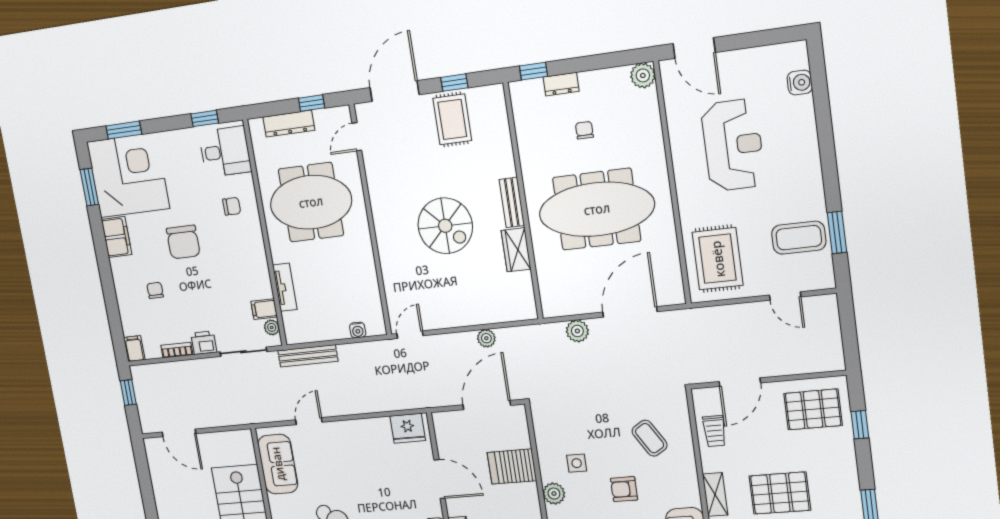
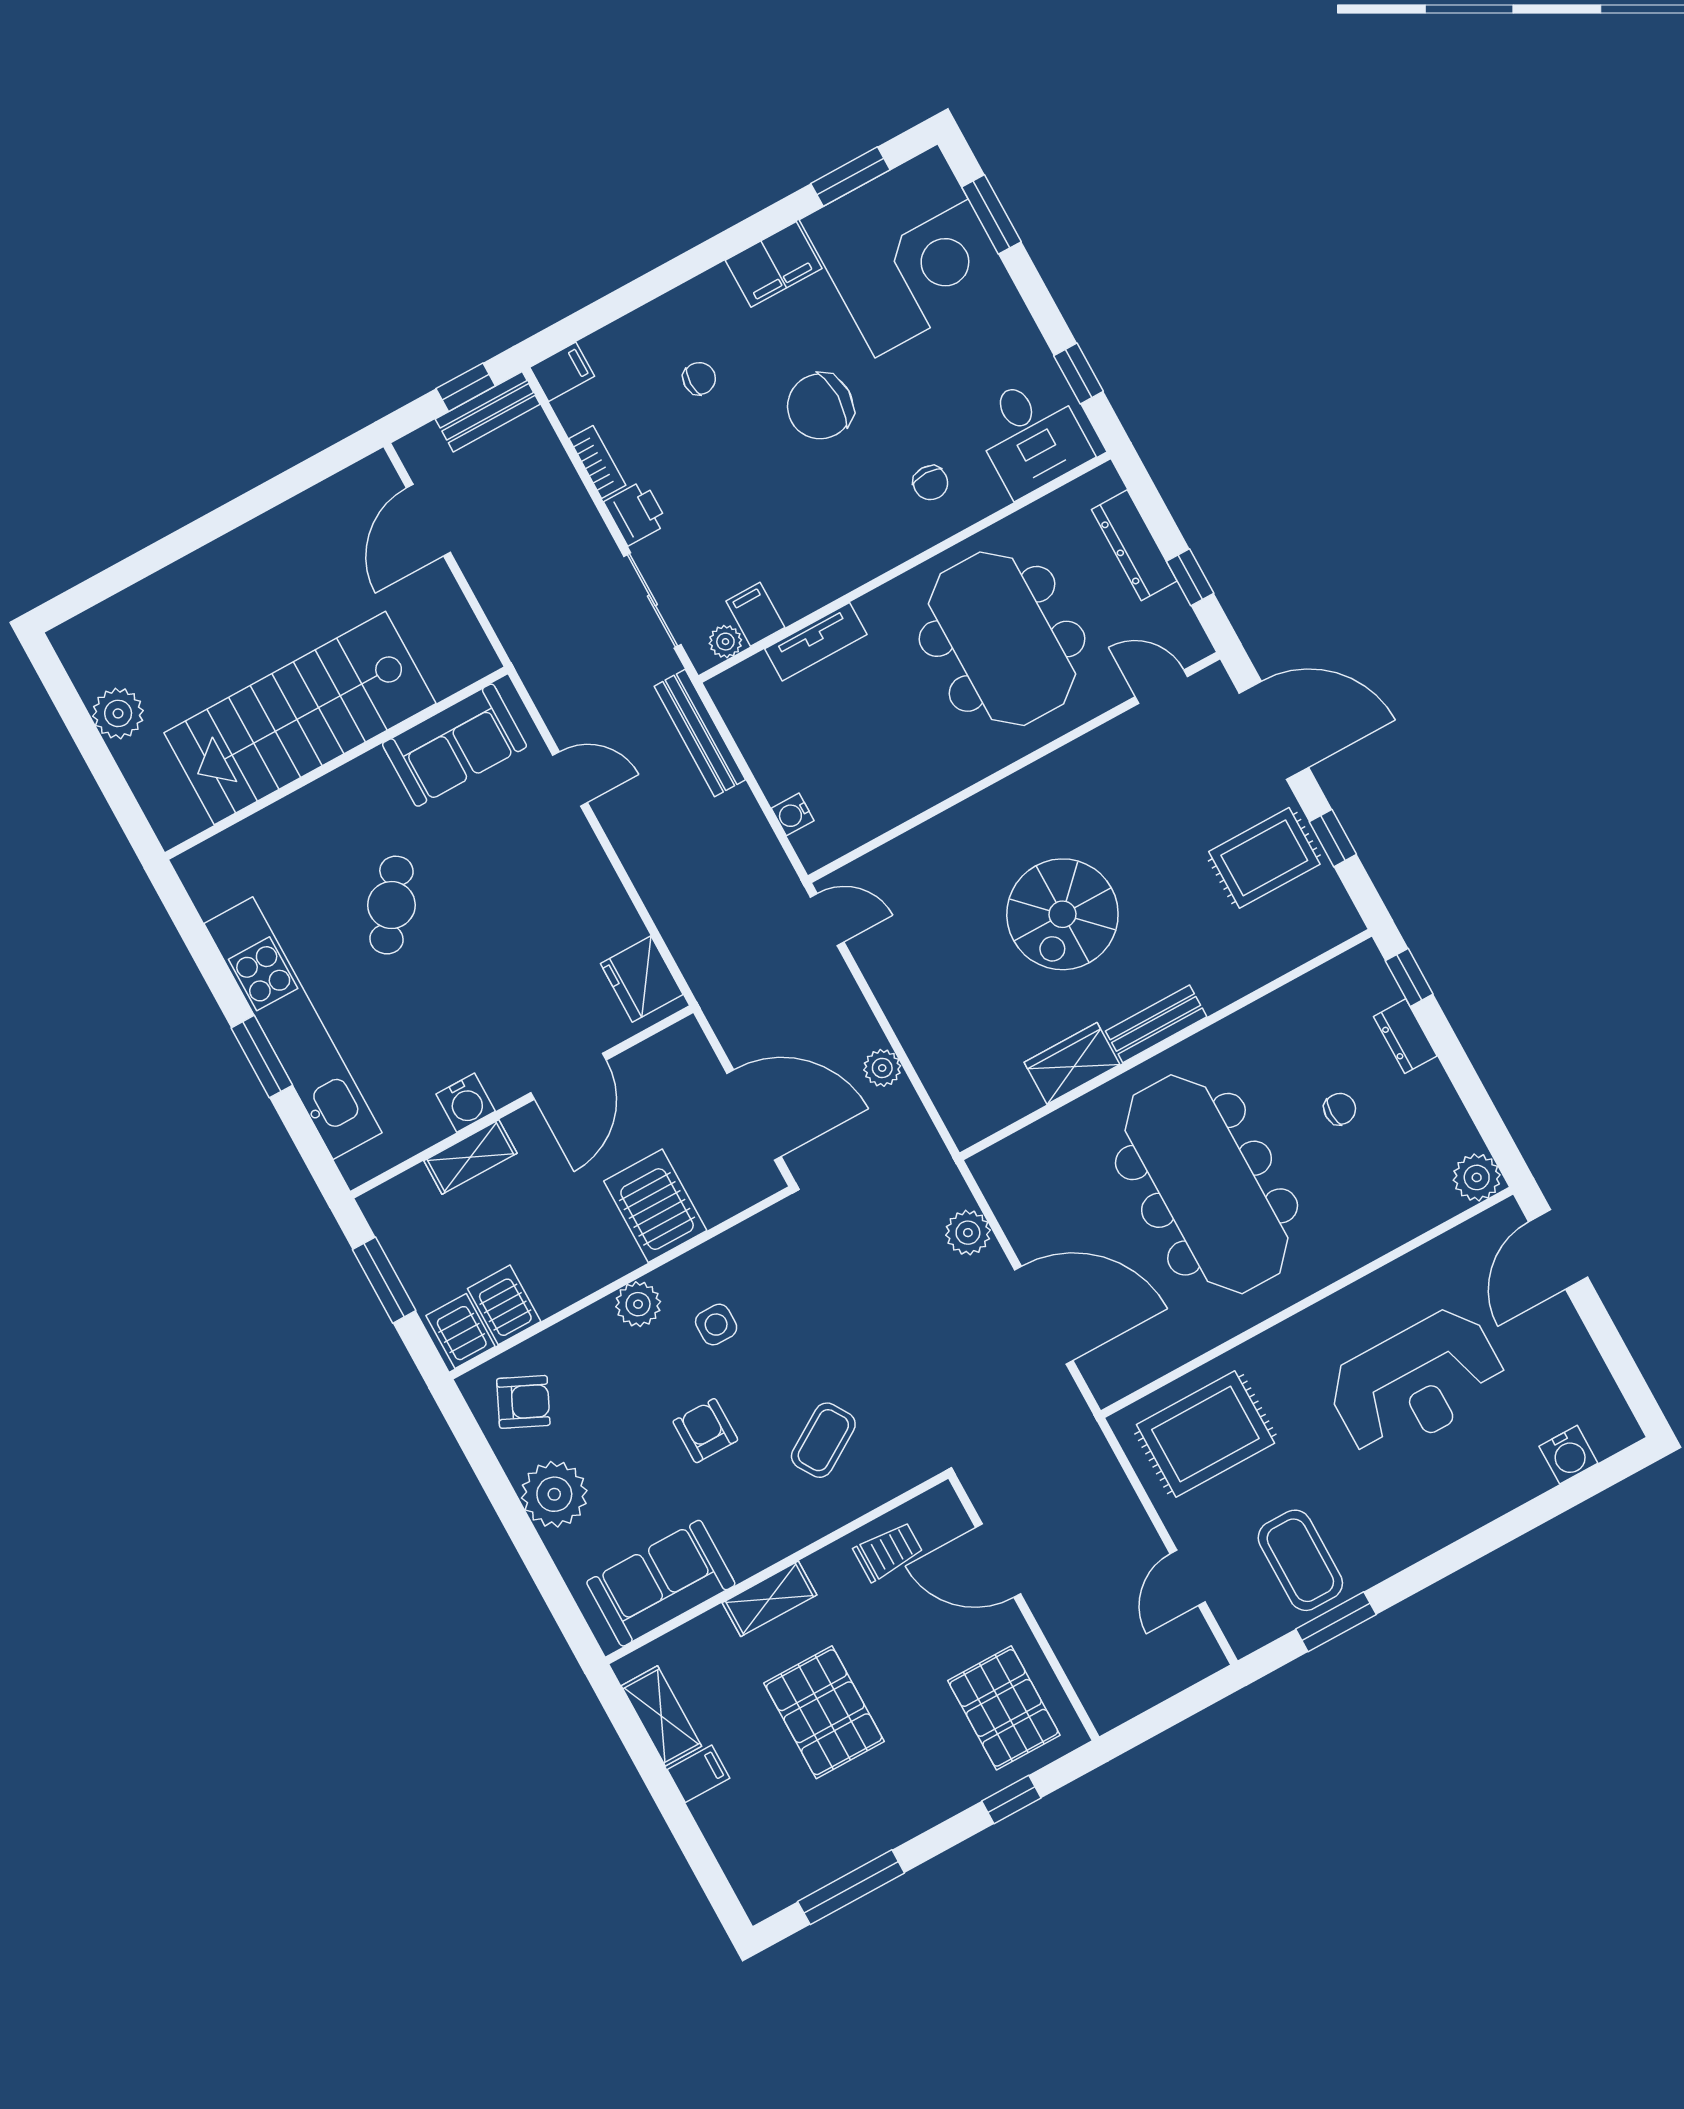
bench: (141, 388) -> (488, 412), added
trolley: (714, 431) -> (888, 1551), turned 180

